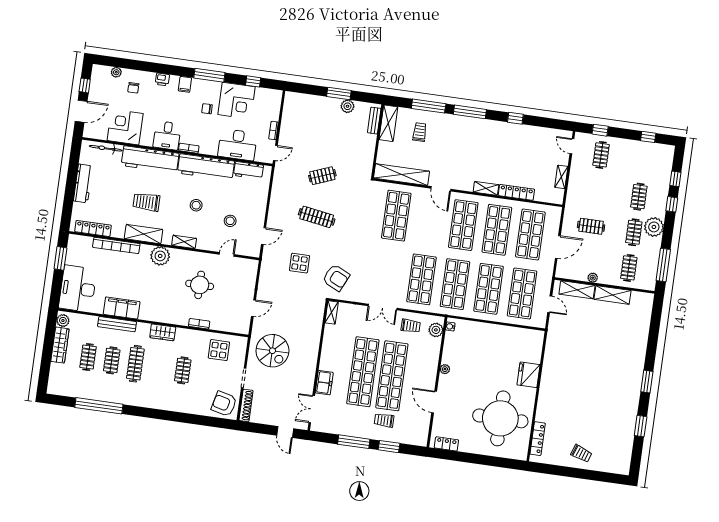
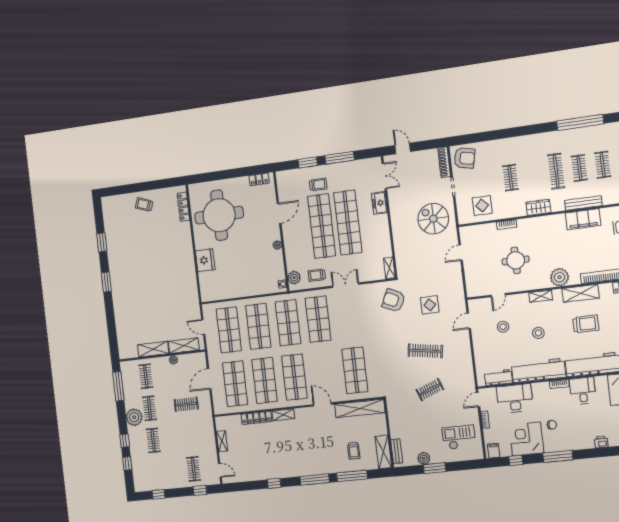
filing cabinet: (185, 84) -> (494, 451), moved
checkout: (305, 119) -> (459, 437), added
door: (434, 402) -> (279, 213), hinge flipped

